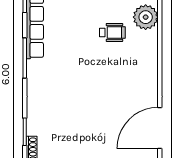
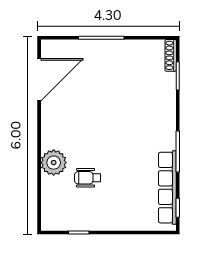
plant: (146, 17) -> (54, 163), moved

